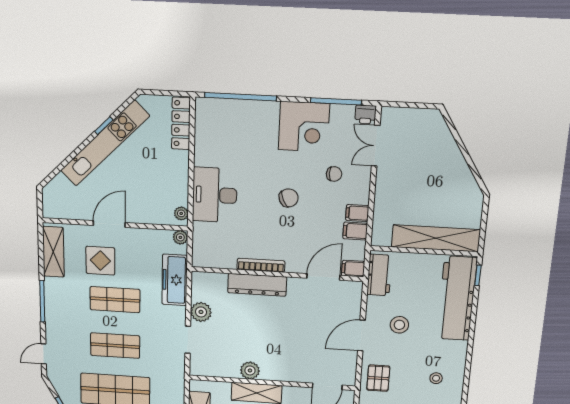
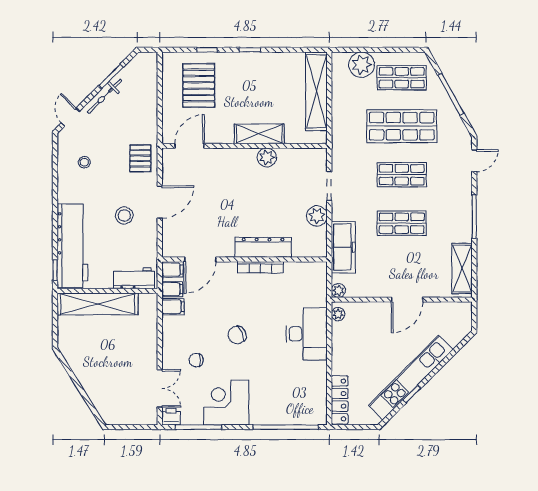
filing cabinet: (357, 213) -> (172, 289), moved
display table: (100, 261) -> (416, 262), removed
workbench: (379, 275) -> (134, 278), moved, turned 90

